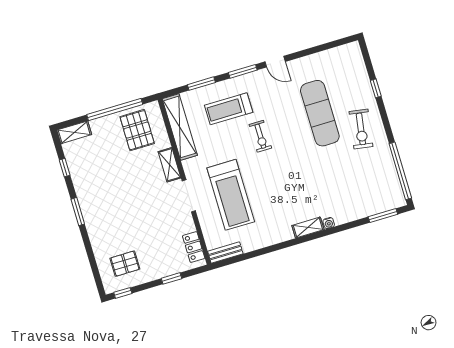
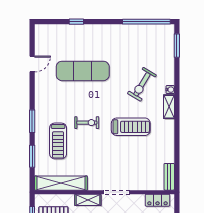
door: (275, 62) -> (32, 64), moved
exercise bike: (361, 129) -> (142, 84), moved, turned 112
treadmill: (231, 195) -> (131, 127), moved, width x0.73, depth x0.73

